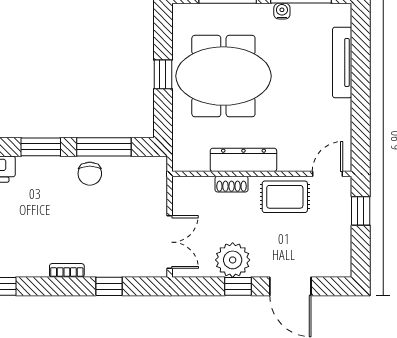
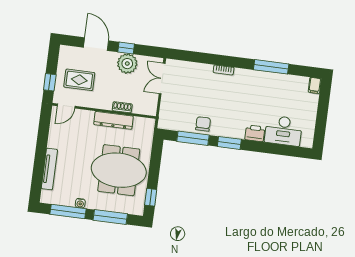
window: (163, 74) -> (151, 197), moved
rug: (285, 197) -> (79, 80), moved
window: (109, 286) -> (200, 58), removed

